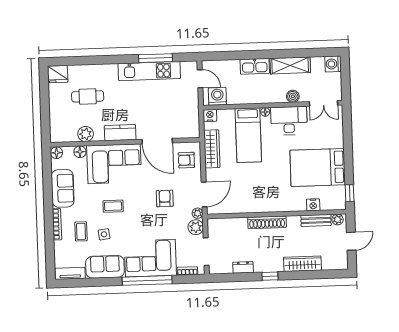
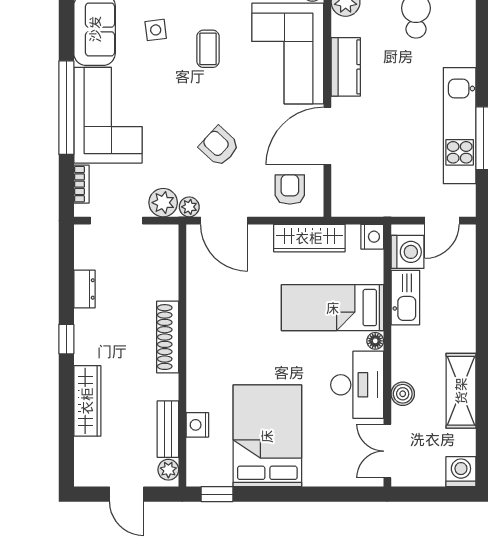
kitchen sink: (255, 66) -> (405, 298), moved, turned 180
armchair: (165, 198) -> (219, 146), turned -137

